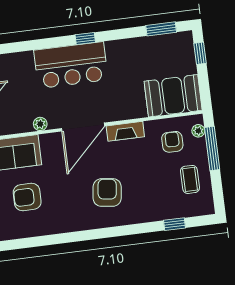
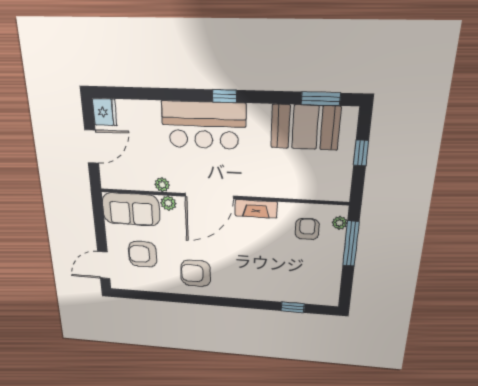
window: (200, 53) -> (361, 153), moved
booth: (173, 96) -> (305, 127), moved
plant: (47, 141) -> (168, 203), added
coffee table: (190, 179) -> (319, 269), removed
armchair: (107, 192) -> (196, 273), moved, turned -97

